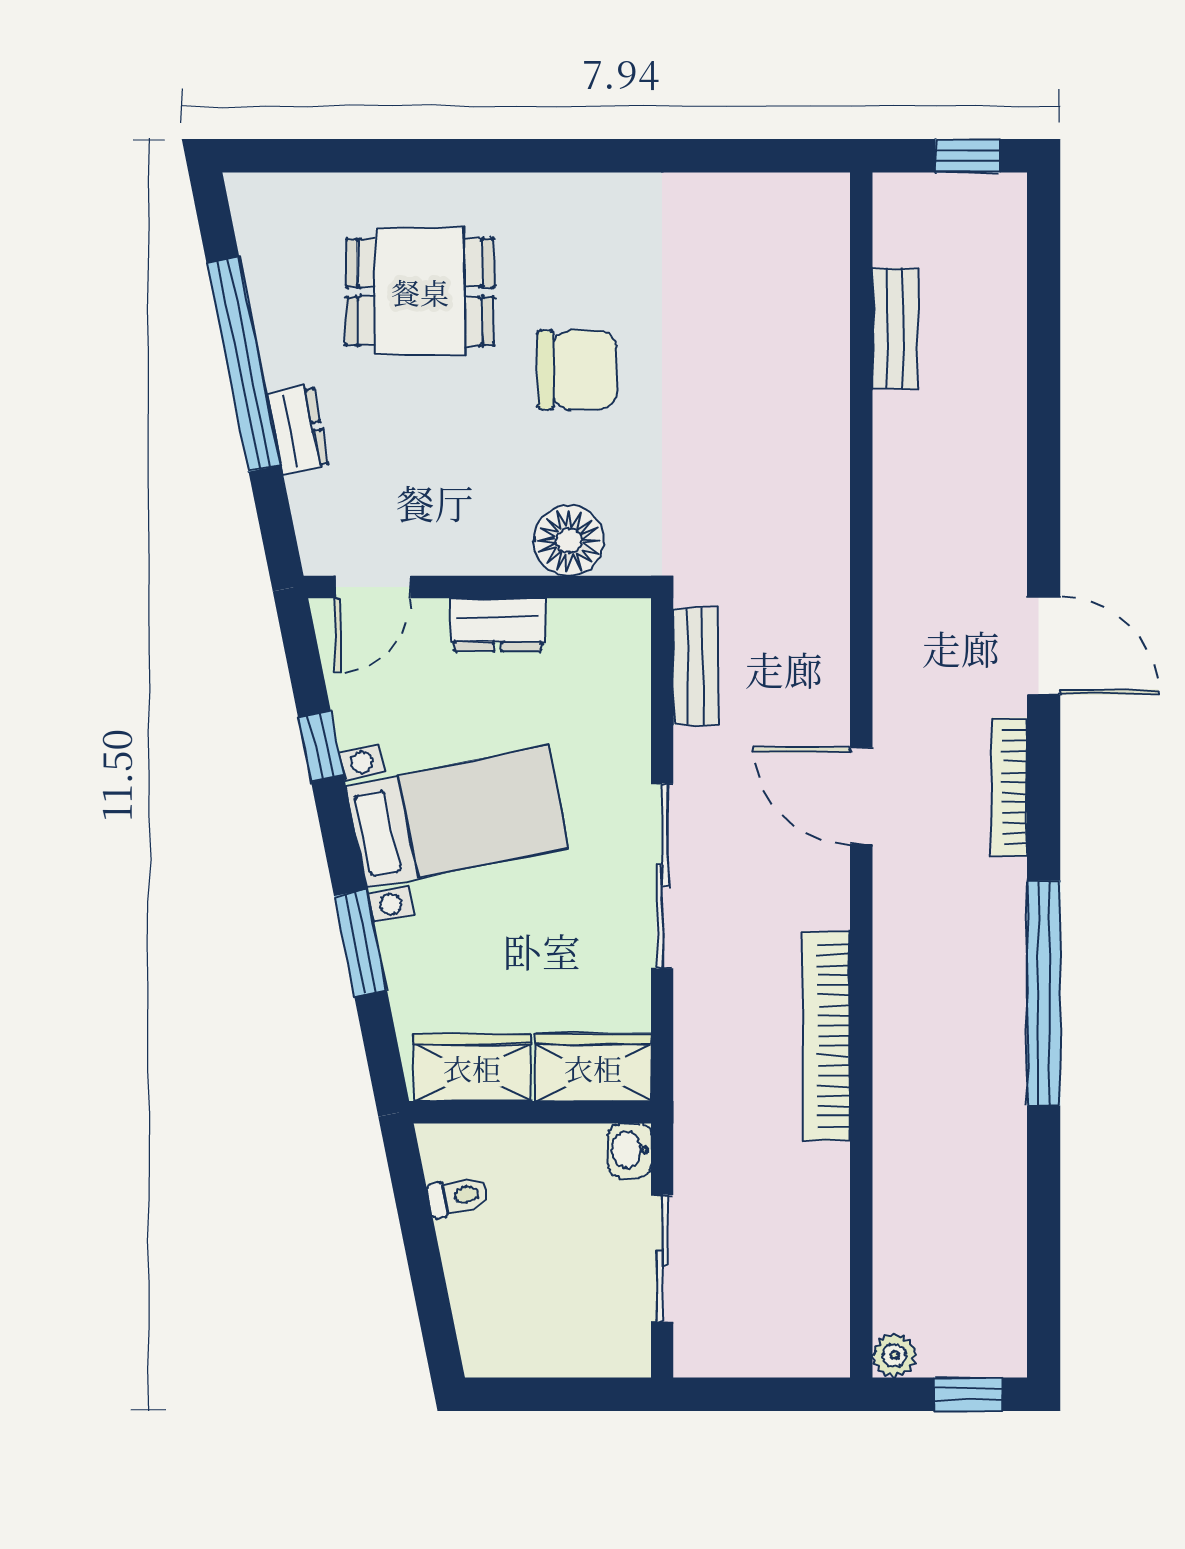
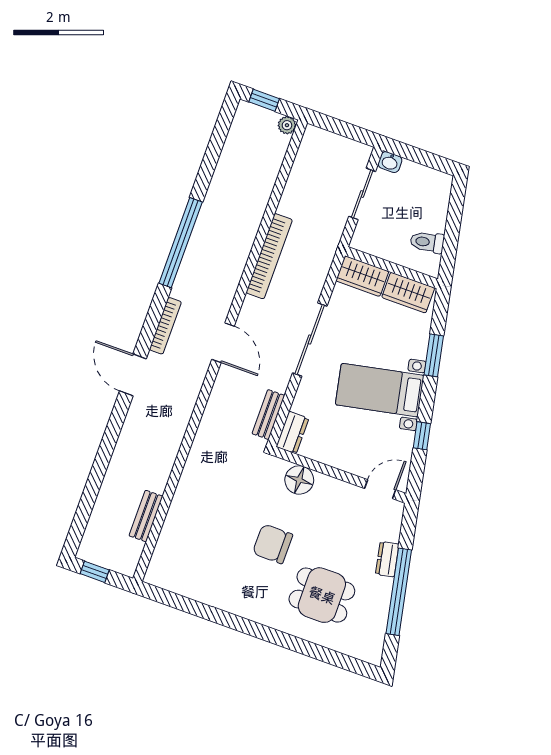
dresser: (498, 625) -> (292, 432), moved, turned 90
washbasin: (629, 1150) -> (390, 162), moved, turned 90
toilet: (458, 1196) -> (427, 242), width x1.37, depth x1.39

